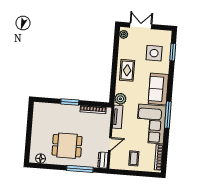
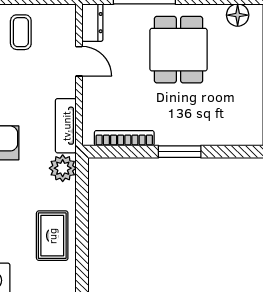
door: (110, 144) -> (79, 61), swing flipped
dining table: (67, 146) -> (178, 50), turned 90

